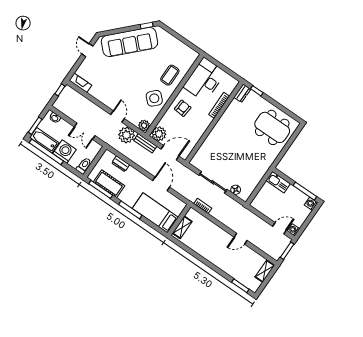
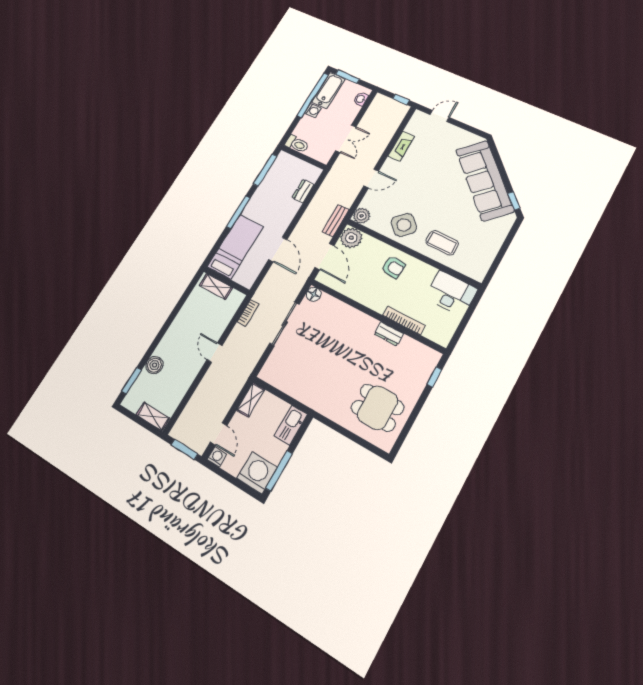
door: (87, 50) -> (440, 116), moved
desk: (204, 80) -> (451, 293), width x0.73, depth x0.77
fireplace: (80, 83) -> (401, 146), moved
dresser: (242, 93) -> (389, 334), moved
dining table: (272, 127) -> (378, 408), width x0.73
double door: (85, 131) -> (346, 139), swing flipped
plant: (126, 135) -> (345, 194), removed
washing machine: (64, 152) -> (313, 111), width x0.53, depth x0.53
cot: (109, 184) -> (274, 180), removed
door: (161, 184) -> (278, 250), hinge flipped
floor lamp: (236, 190) -> (314, 294), moved
washing machine: (311, 204) -> (257, 473), width x1.89, depth x1.89
shelving: (260, 207) -> (251, 400), added
door: (241, 239) -> (214, 353), moved
boiler: (231, 270) -> (154, 365), added

